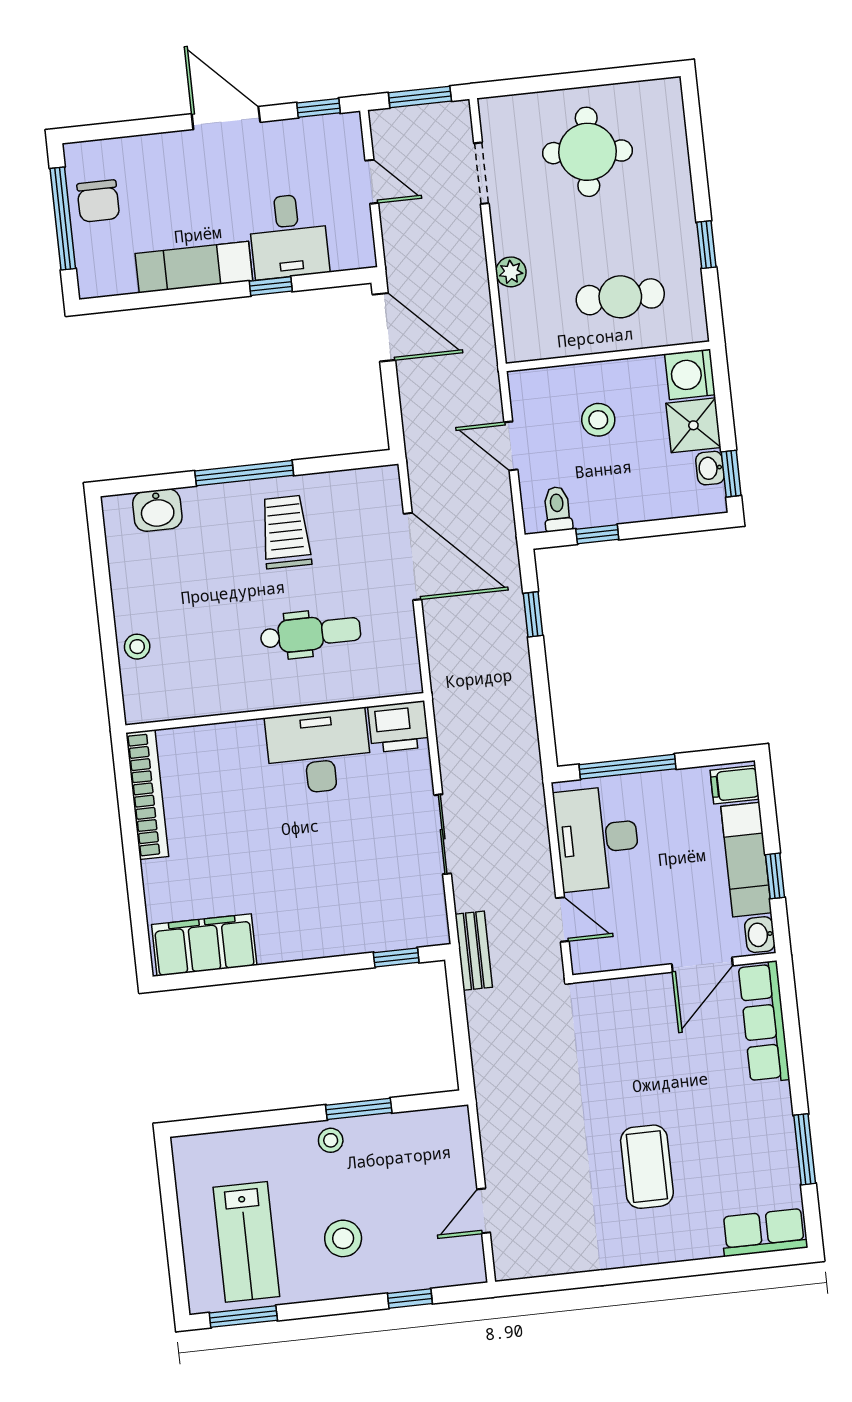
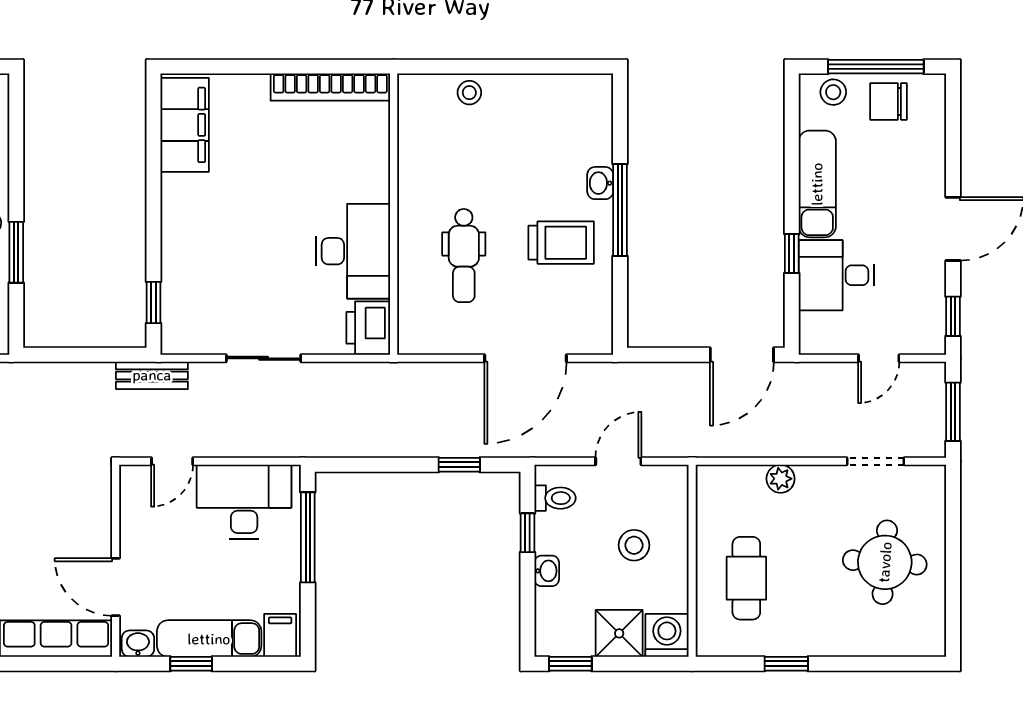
stool: (95, 261) -> (833, 92), added
washbasin: (710, 468) -> (547, 571), moved, turned 90
washbasin: (157, 510) -> (600, 183), moved, width x0.72, depth x0.69

